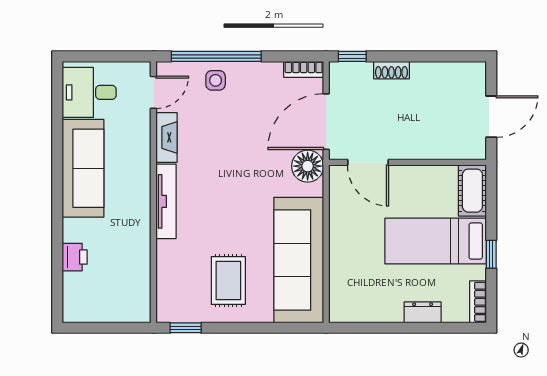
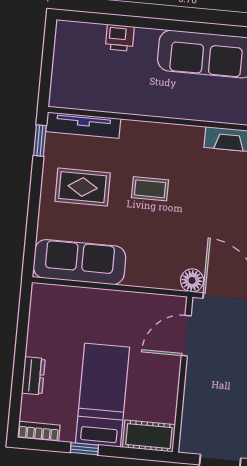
floor lamp: (308, 166) -> (192, 280), width x0.73, depth x0.73
tv unit: (166, 201) -> (83, 125), moved
coffee table: (224, 213) -> (150, 189), added
sofa: (299, 260) -> (79, 262), width x0.74, depth x0.79

